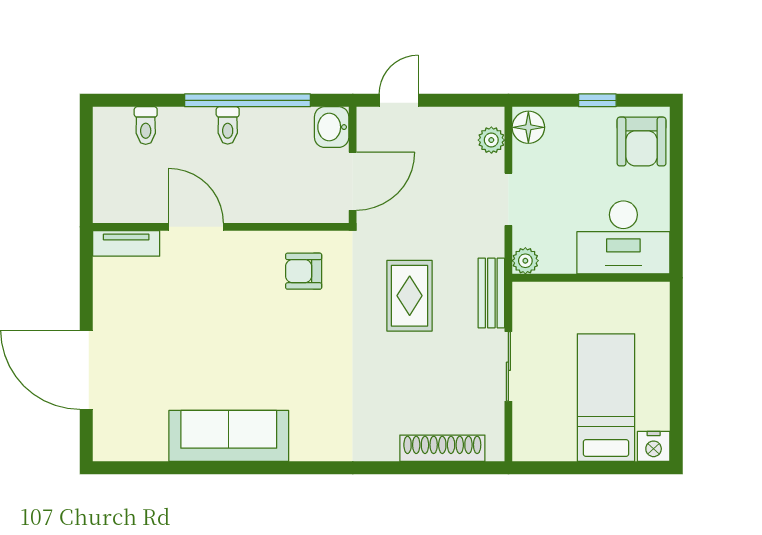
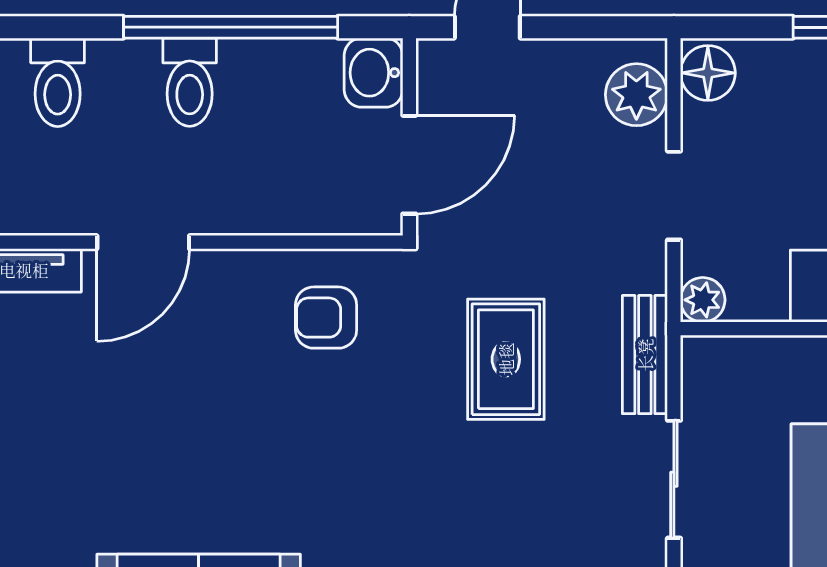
toilet: (146, 125) -> (58, 82), width x1.37, depth x1.39
toilet: (228, 125) -> (190, 82), width x1.37, depth x1.39
plant: (491, 140) -> (636, 95), width x1.38, depth x1.38
door: (196, 227) -> (143, 242), swing flipped

